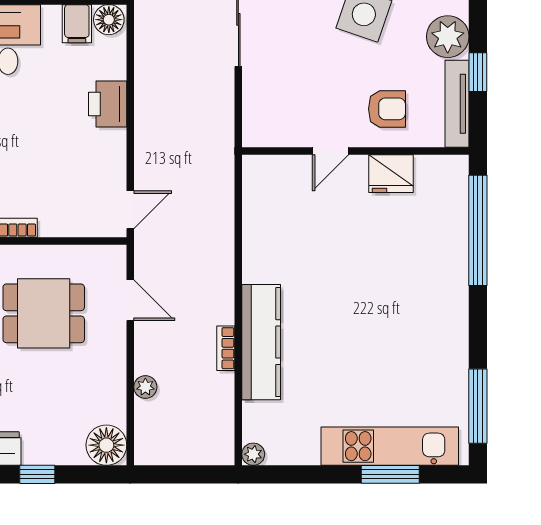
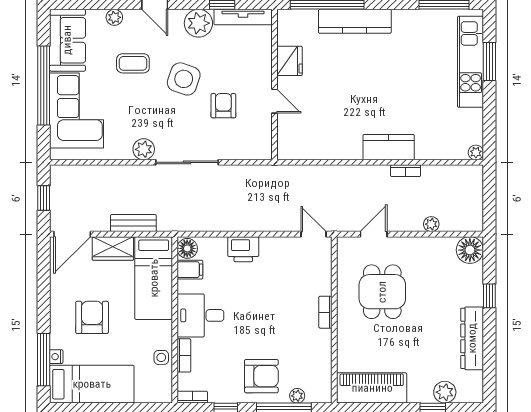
armchair: (387, 109) -> (223, 106), moved
kitchen counter: (451, 272) -> (355, 21), added
kitchen counter: (261, 342) -> (389, 147), width x0.67

